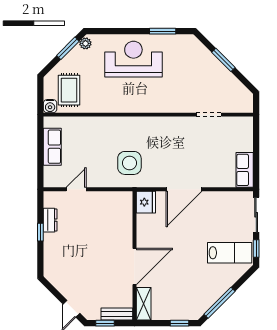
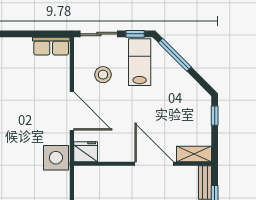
side table: (129, 163) -> (56, 158), moved
stool: (218, 218) -> (103, 75), added
window: (219, 303) -> (175, 55), moved

